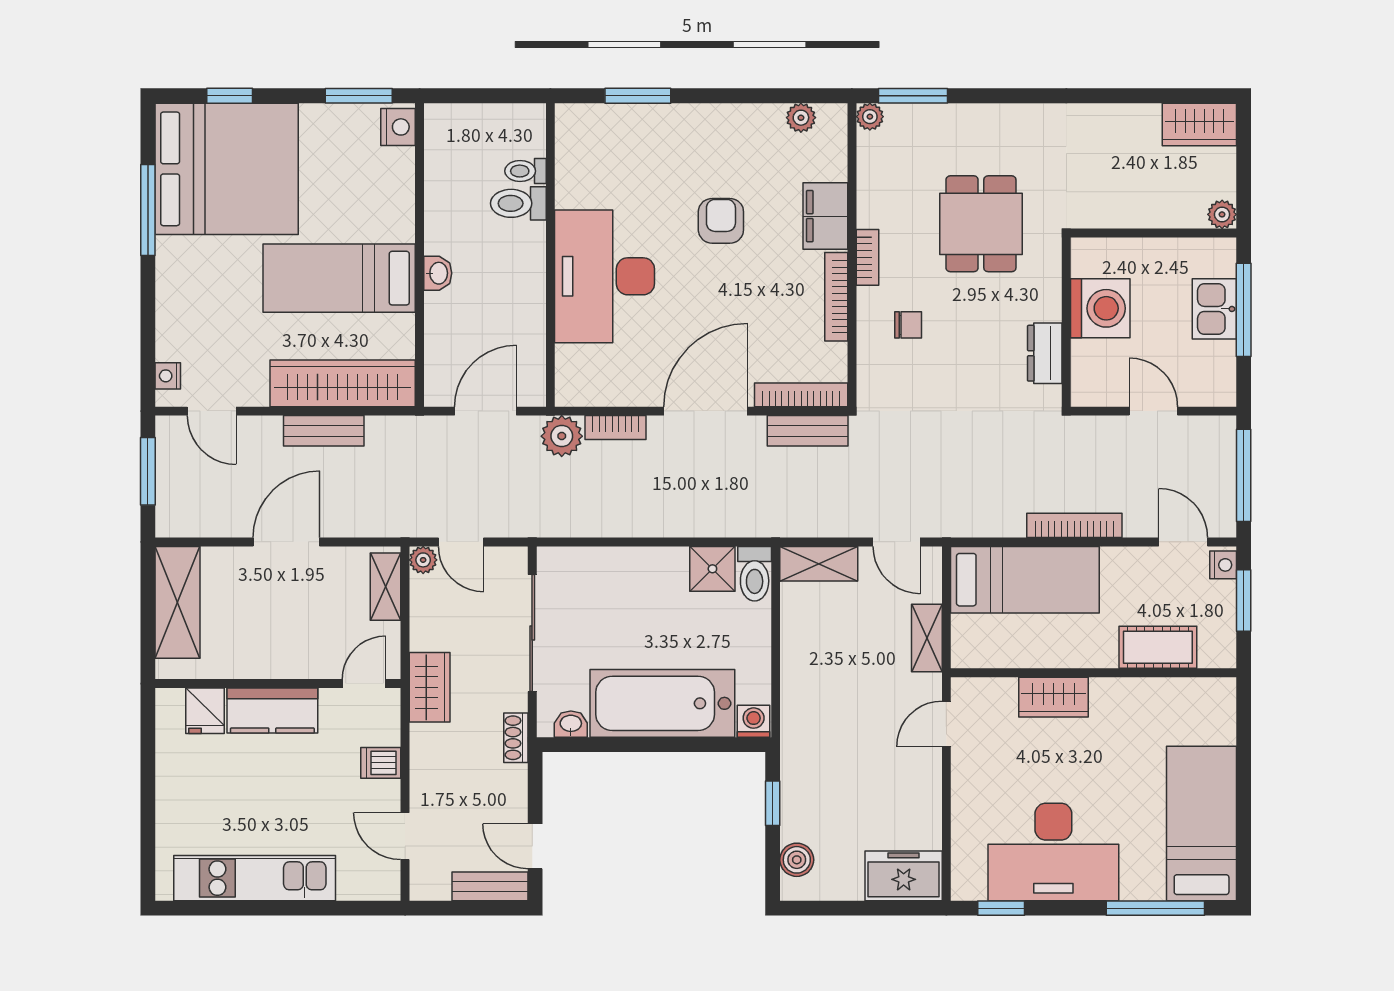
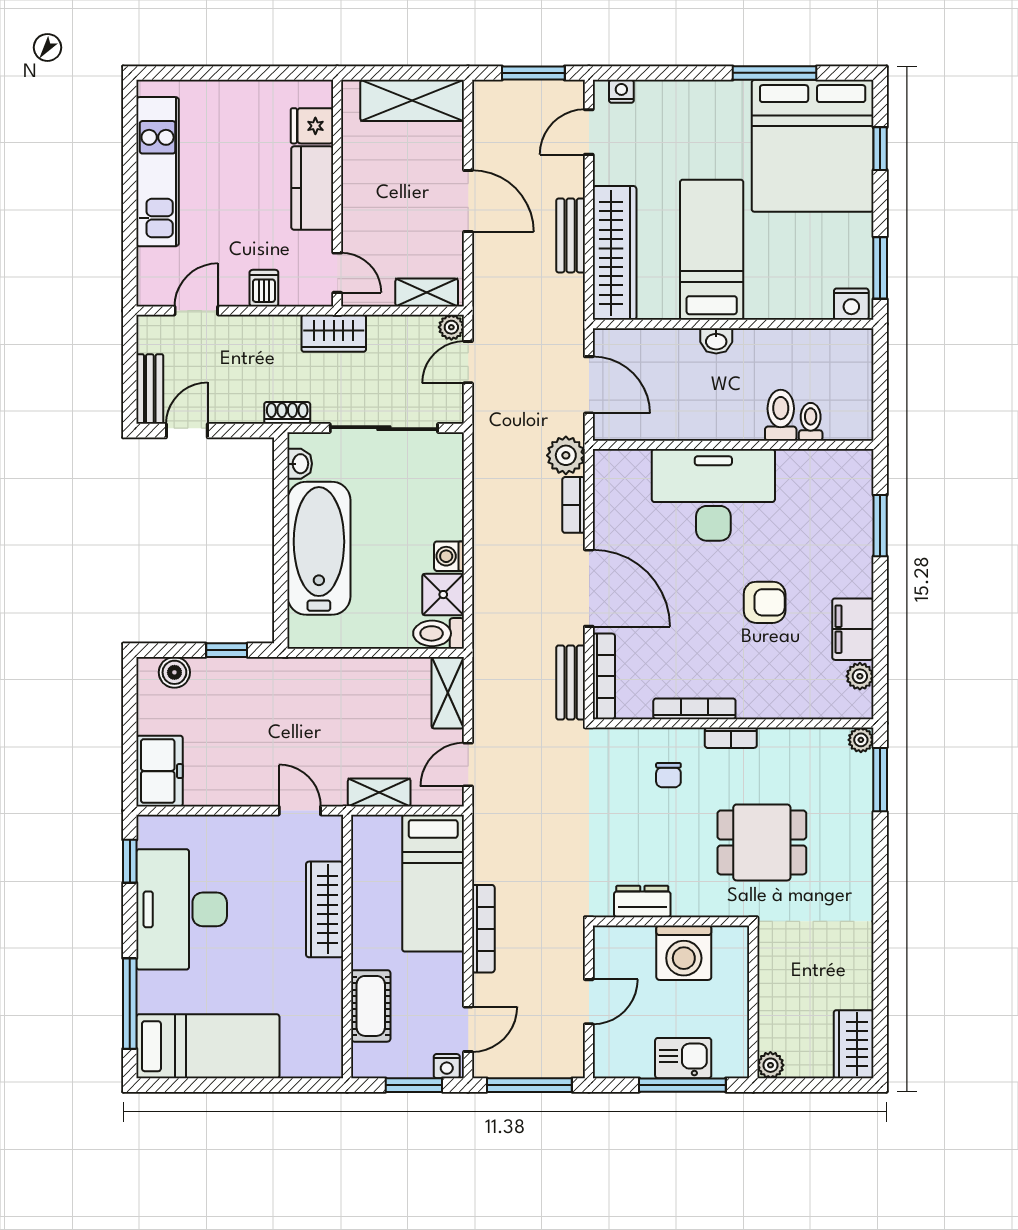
filing cabinet: (825, 216) -> (853, 629), moved, turned -90
wardrobe: (1053, 697) -> (325, 909), width x1.50
washing machine: (754, 721) -> (449, 556), moved, turned 180

